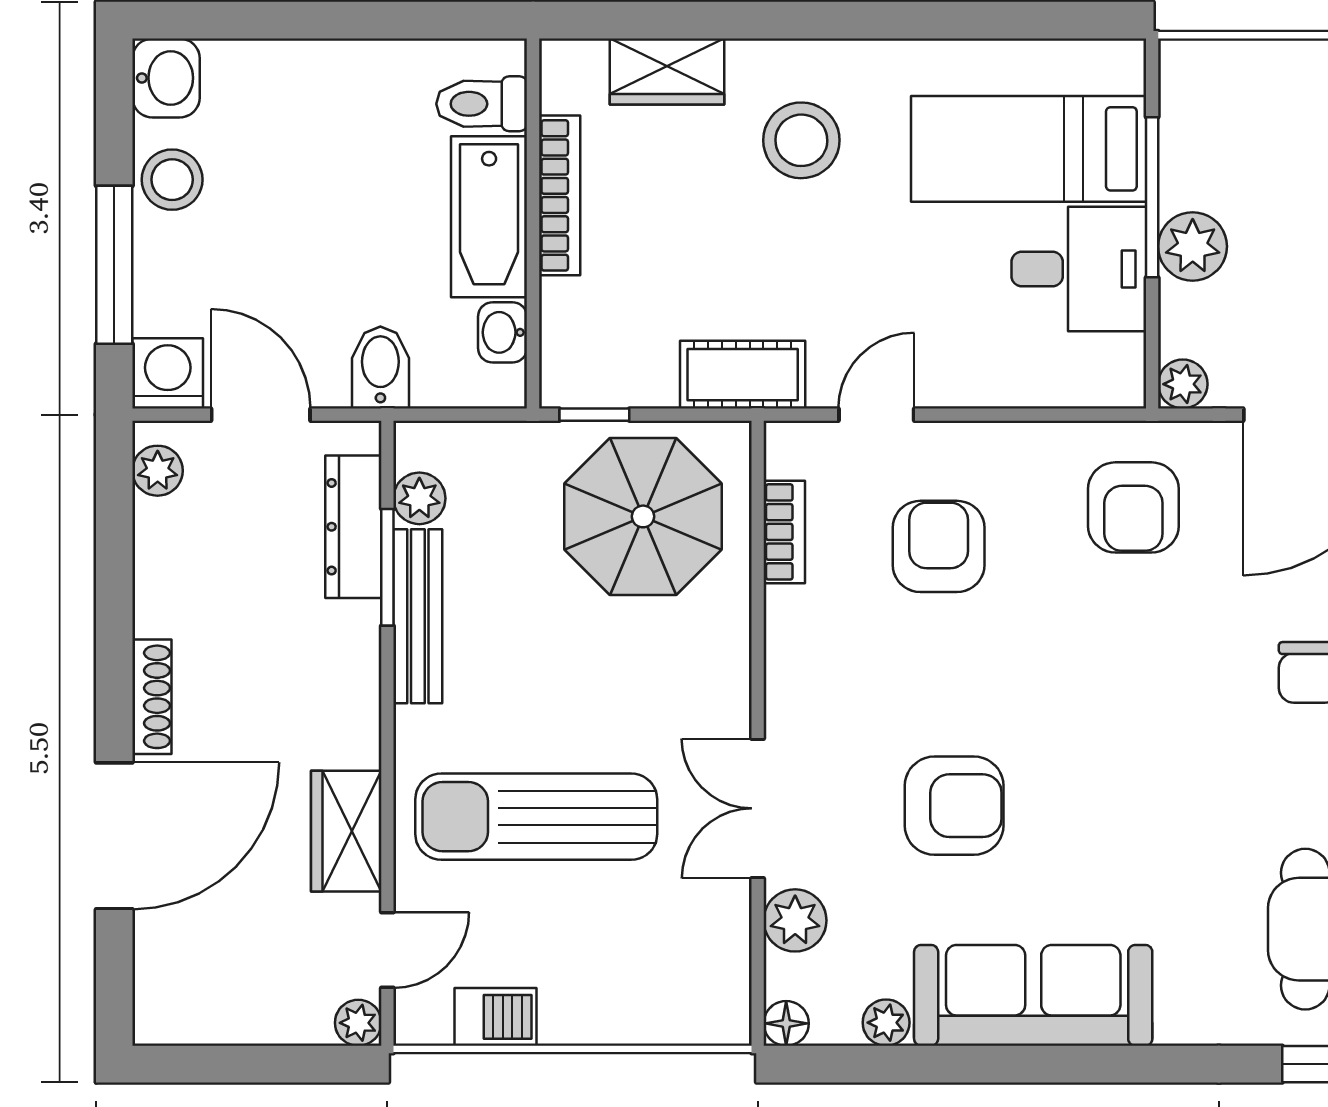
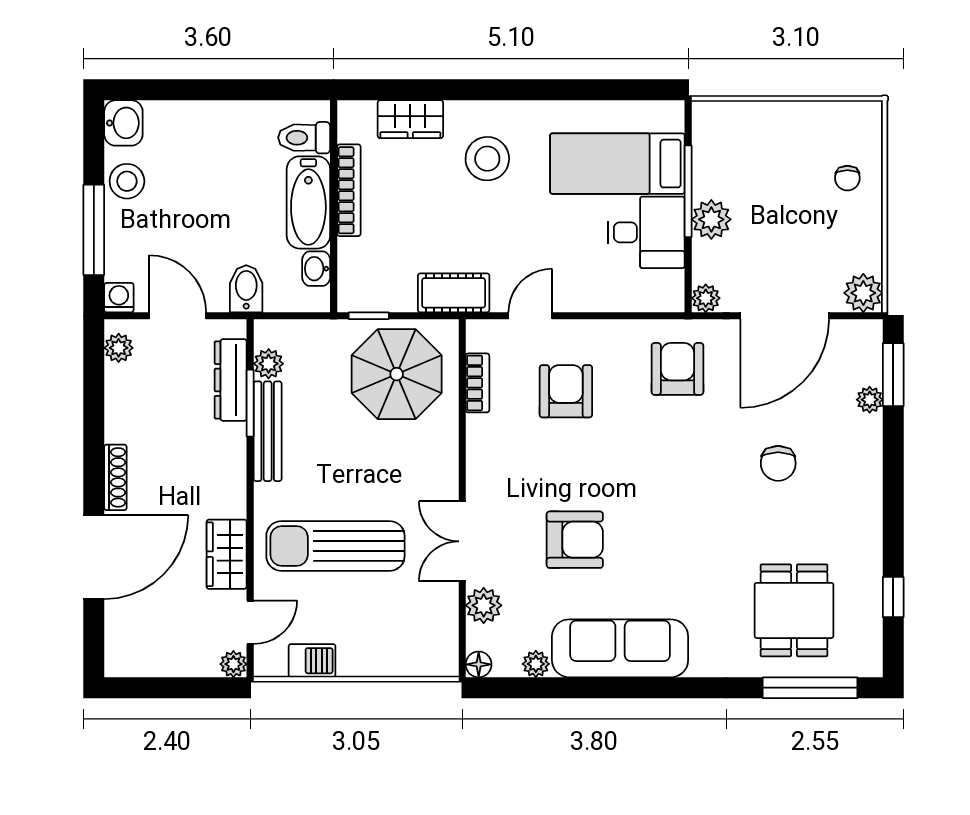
washing machine: (168, 373) -> (119, 298), width x0.73, depth x0.73
armchair: (1133, 507) -> (677, 369), turned 180

